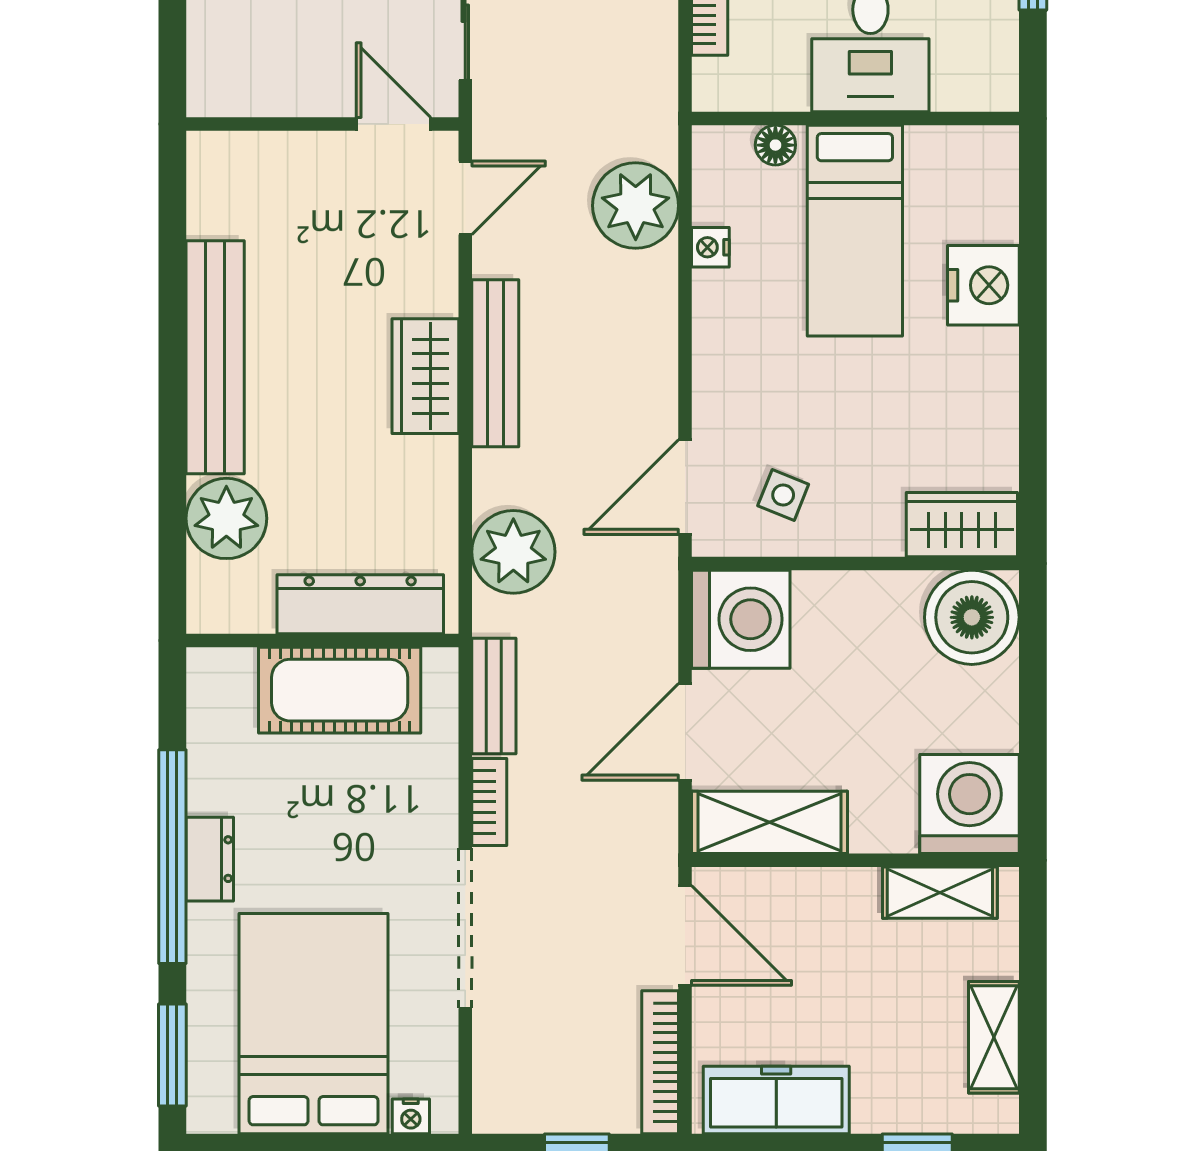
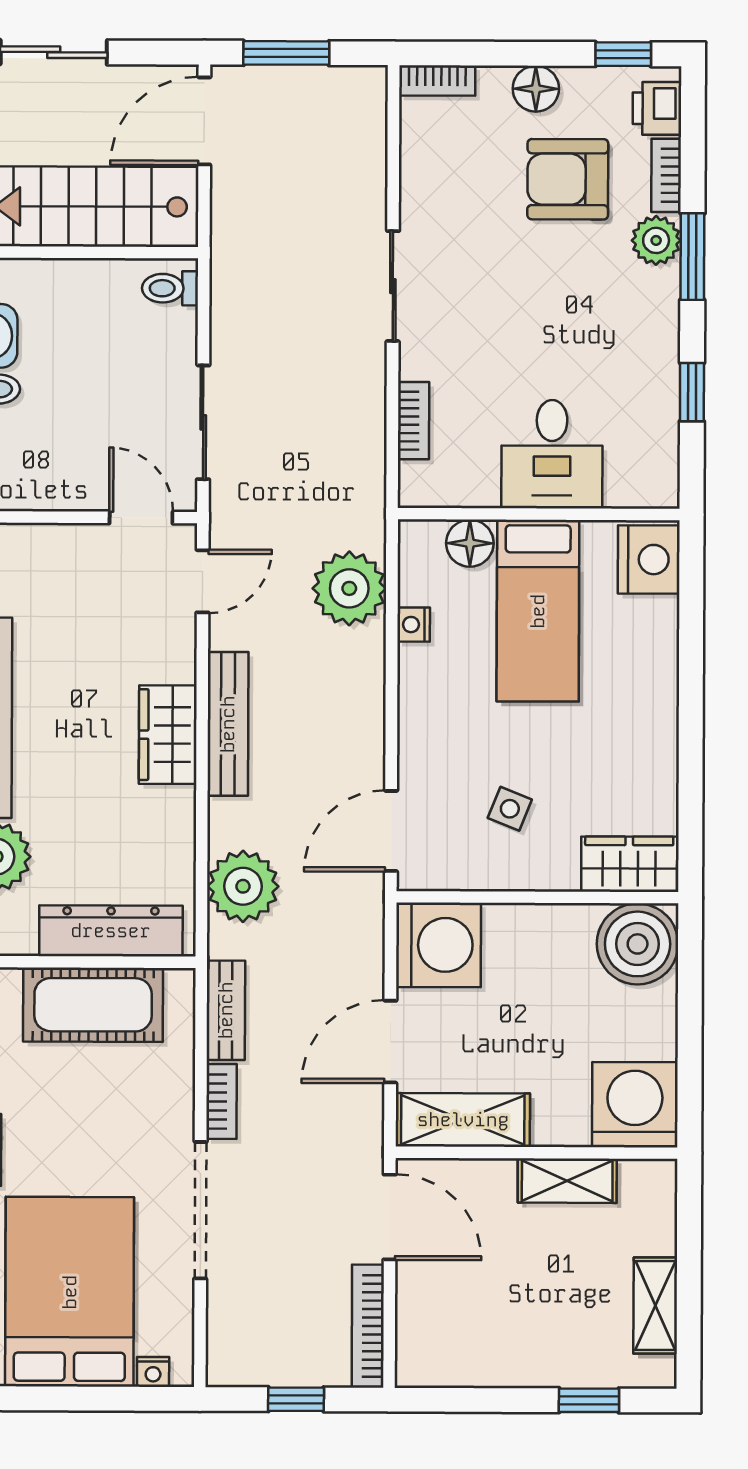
floor lamp: (775, 145) -> (470, 543), width x1.37, depth x1.37
nightstand: (983, 285) -> (649, 560), moved
side table: (783, 495) -> (510, 809), moved
shelving: (940, 893) -> (567, 1181), moved
freezer: (776, 1100) -> (468, 1359), removed

